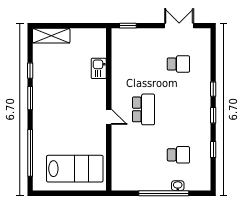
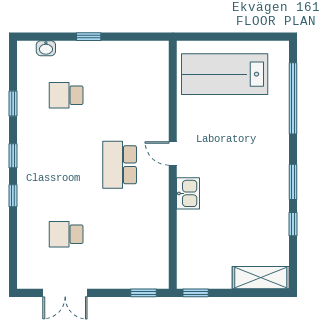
window: (94, 26) -> (196, 293), added
kitchen sink: (99, 68) -> (188, 193), moved
washbasin: (178, 186) -> (46, 48), moved
window: (164, 193) -> (89, 37), width x0.32

